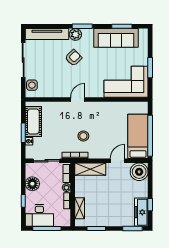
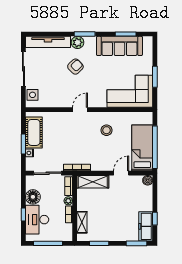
stool: (83, 136) -> (106, 130), moved
boiler: (139, 172) -> (148, 180), width x0.54, depth x0.54
desk: (39, 215) -> (37, 220), moved, turned 90

